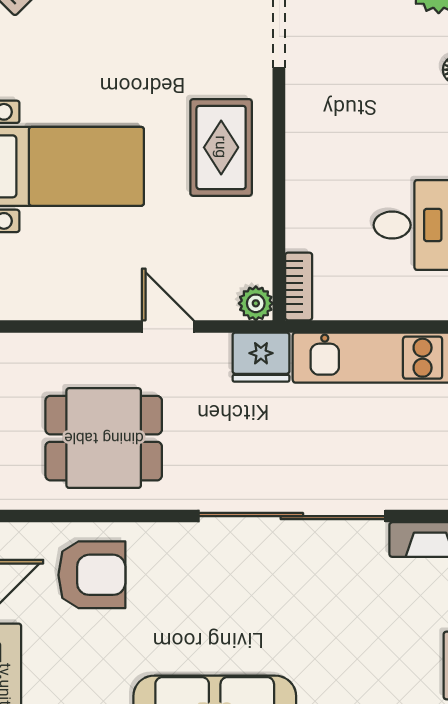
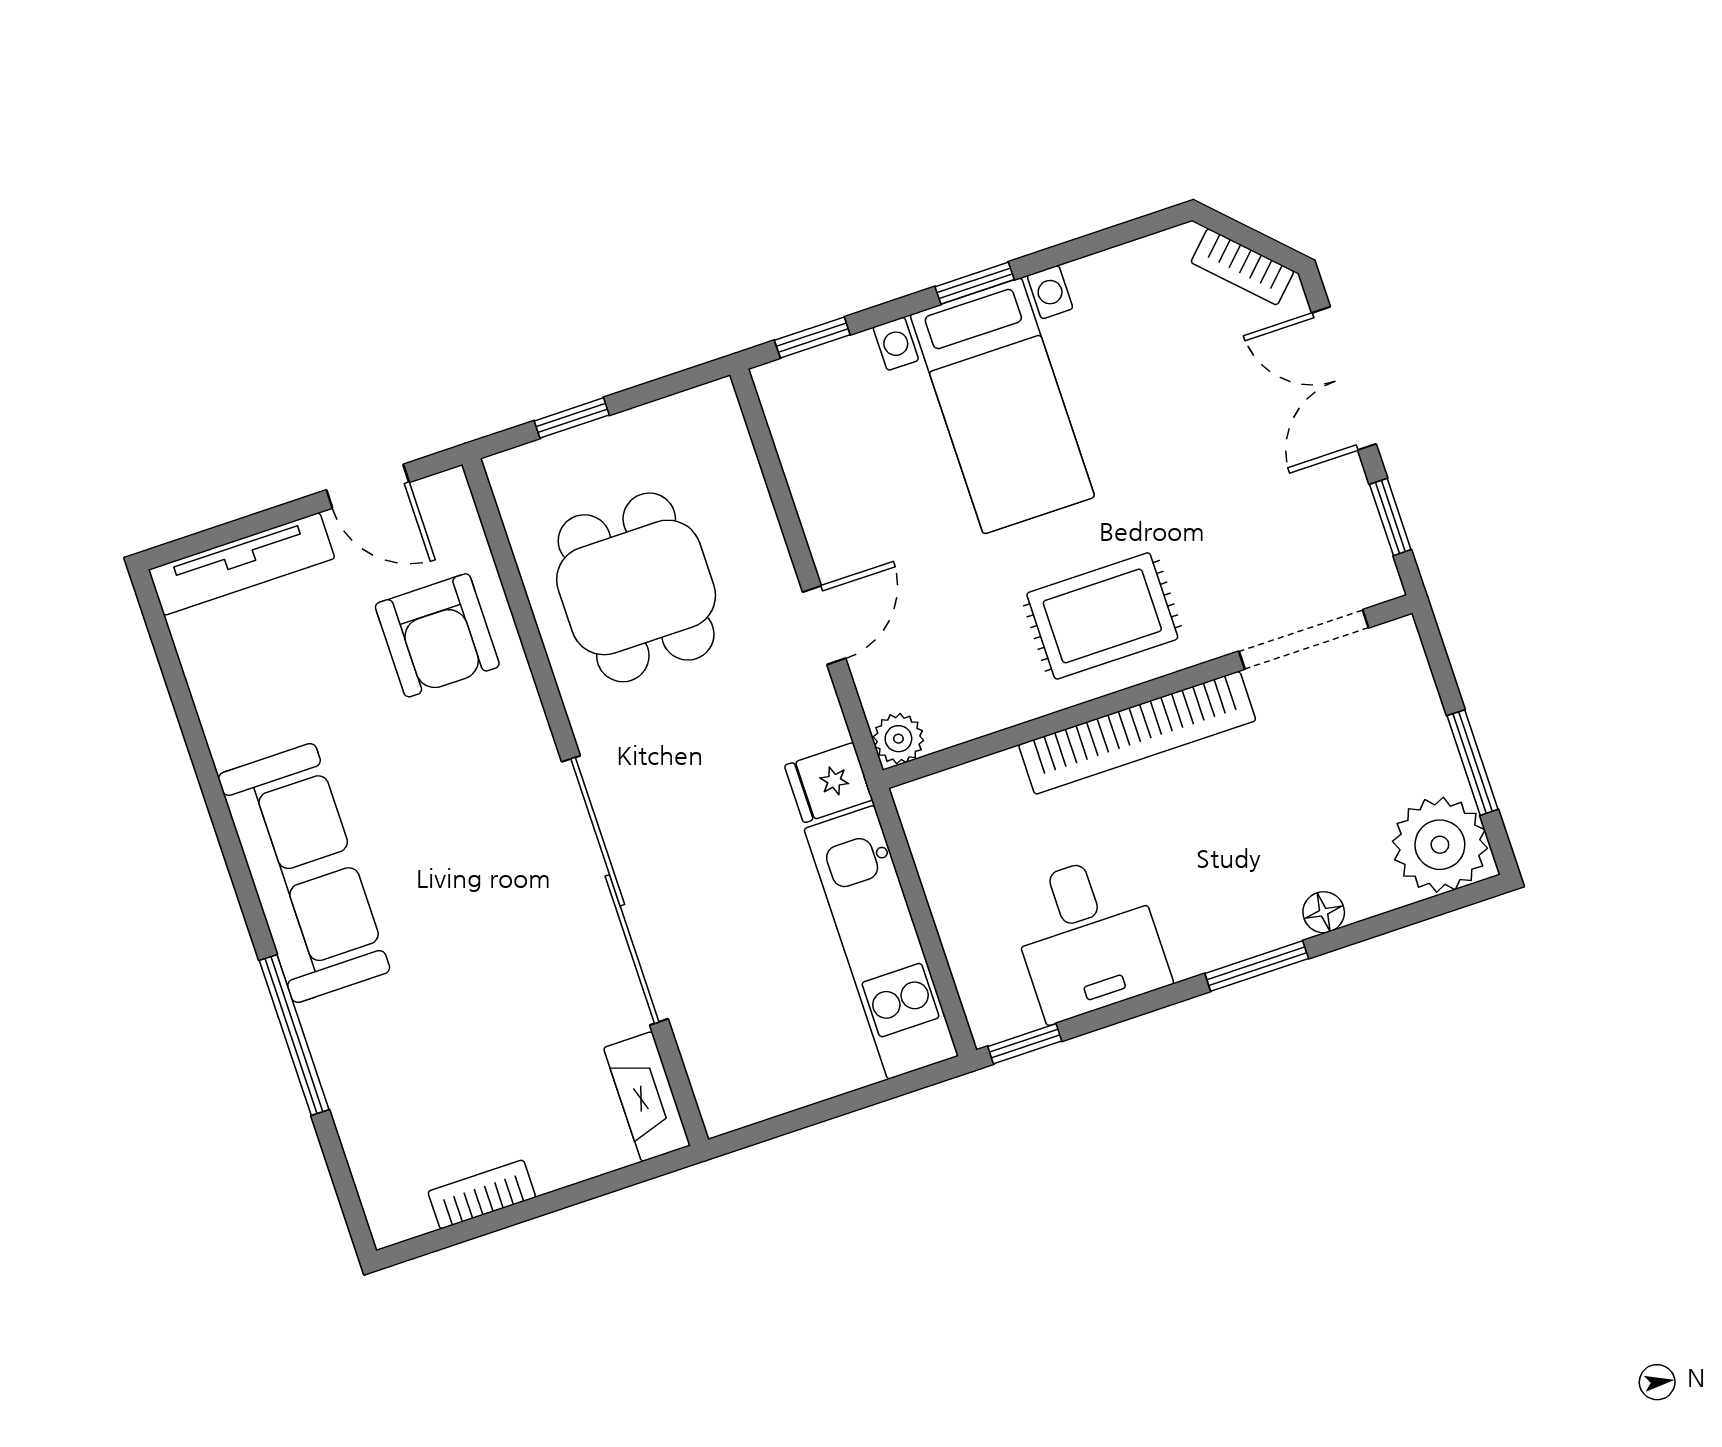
bookcase: (299, 286) -> (1137, 733), moved, width x2.31, depth x1.31
fridge: (261, 357) -> (829, 783), width x0.72

